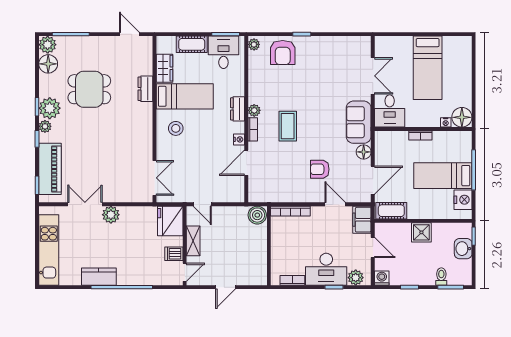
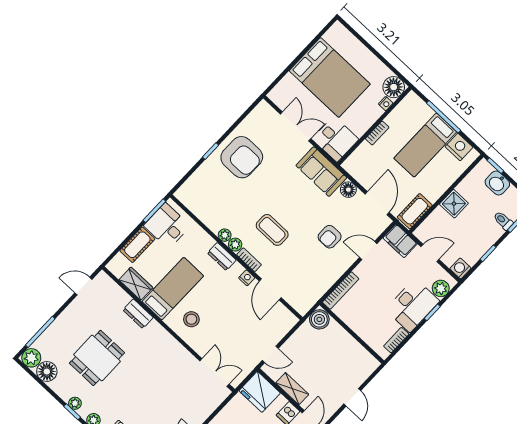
plant: (254, 44) -> (225, 235), moved
armchair: (283, 52) -> (242, 157), moved, width x1.36, depth x1.36
bed: (428, 68) -> (330, 77), width x1.50
plant: (50, 108) -> (75, 403), width x0.53, depth x0.53

